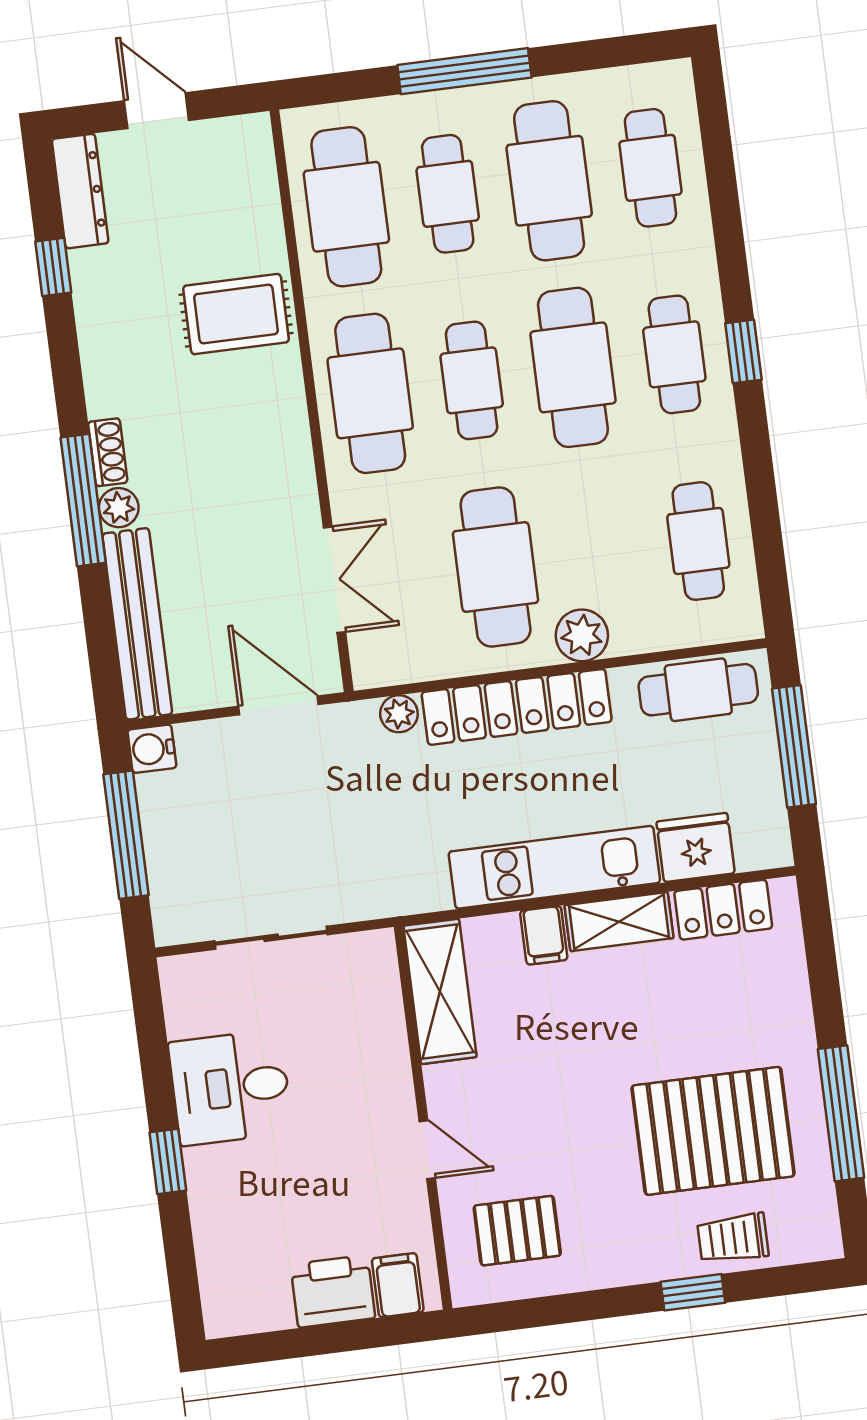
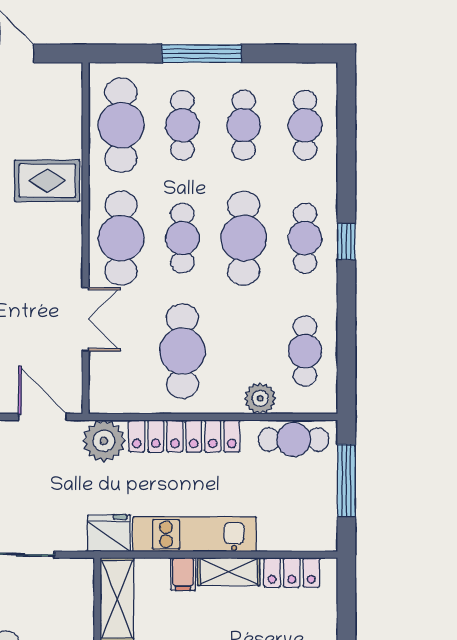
cafe table: (549, 181) -> (244, 125), width x0.73, depth x0.74
double door: (335, 580) -> (86, 319), moved
plant: (582, 635) -> (260, 398), moved
plant: (399, 714) -> (104, 441), width x1.88, depth x1.88
fridge: (696, 847) -> (109, 533), moved

